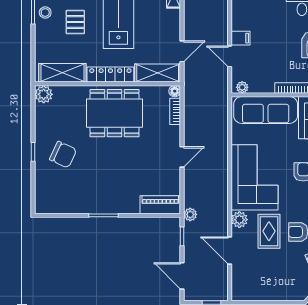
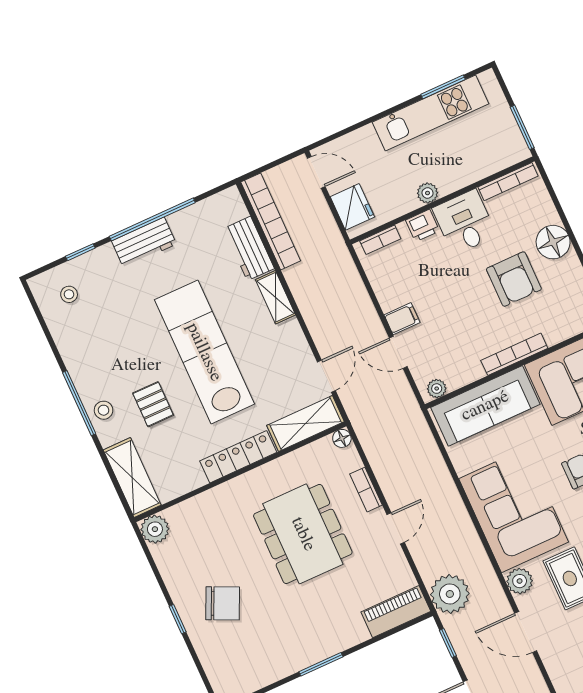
shelving: (62, 73) -> (132, 478), moved, turned 90
bookcase: (175, 111) -> (366, 490), moved
dining table: (115, 113) -> (303, 534), moved, turned 90
plant: (190, 214) -> (450, 594), width x1.87, depth x1.87

